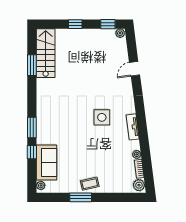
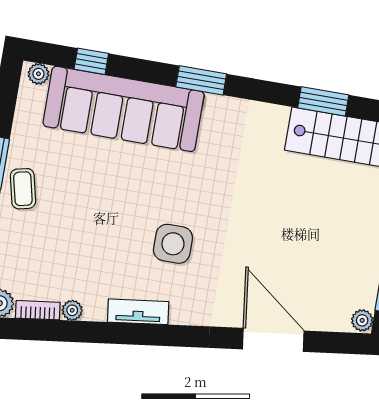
door: (135, 69) -> (273, 340), width x1.87
window: (32, 127) -> (201, 80), moved
window: (32, 152) -> (91, 61), moved
sofa: (47, 163) -> (124, 109), width x1.85, depth x1.27

